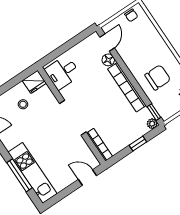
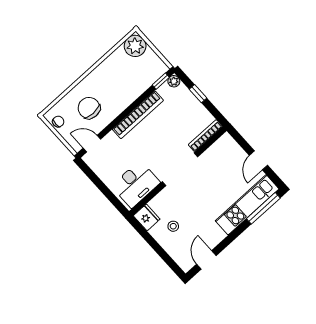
floor lamp: (108, 60) -> (111, 140), removed
desk: (63, 72) -> (136, 184), width x1.37
chair: (158, 77) -> (89, 108), moved
window: (19, 175) -> (263, 208), moved
door: (87, 177) -> (258, 160), moved

